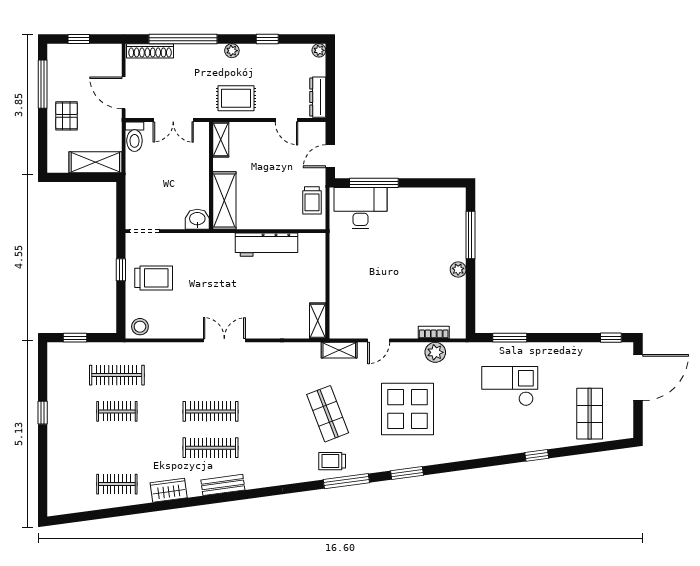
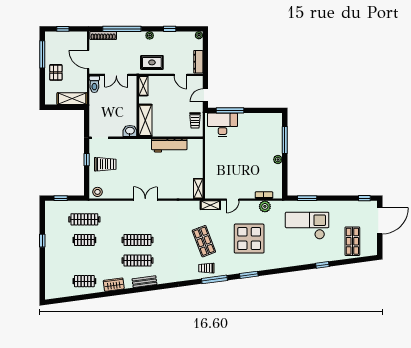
checkout: (510, 386) -> (307, 226), width x1.36, depth x1.21

